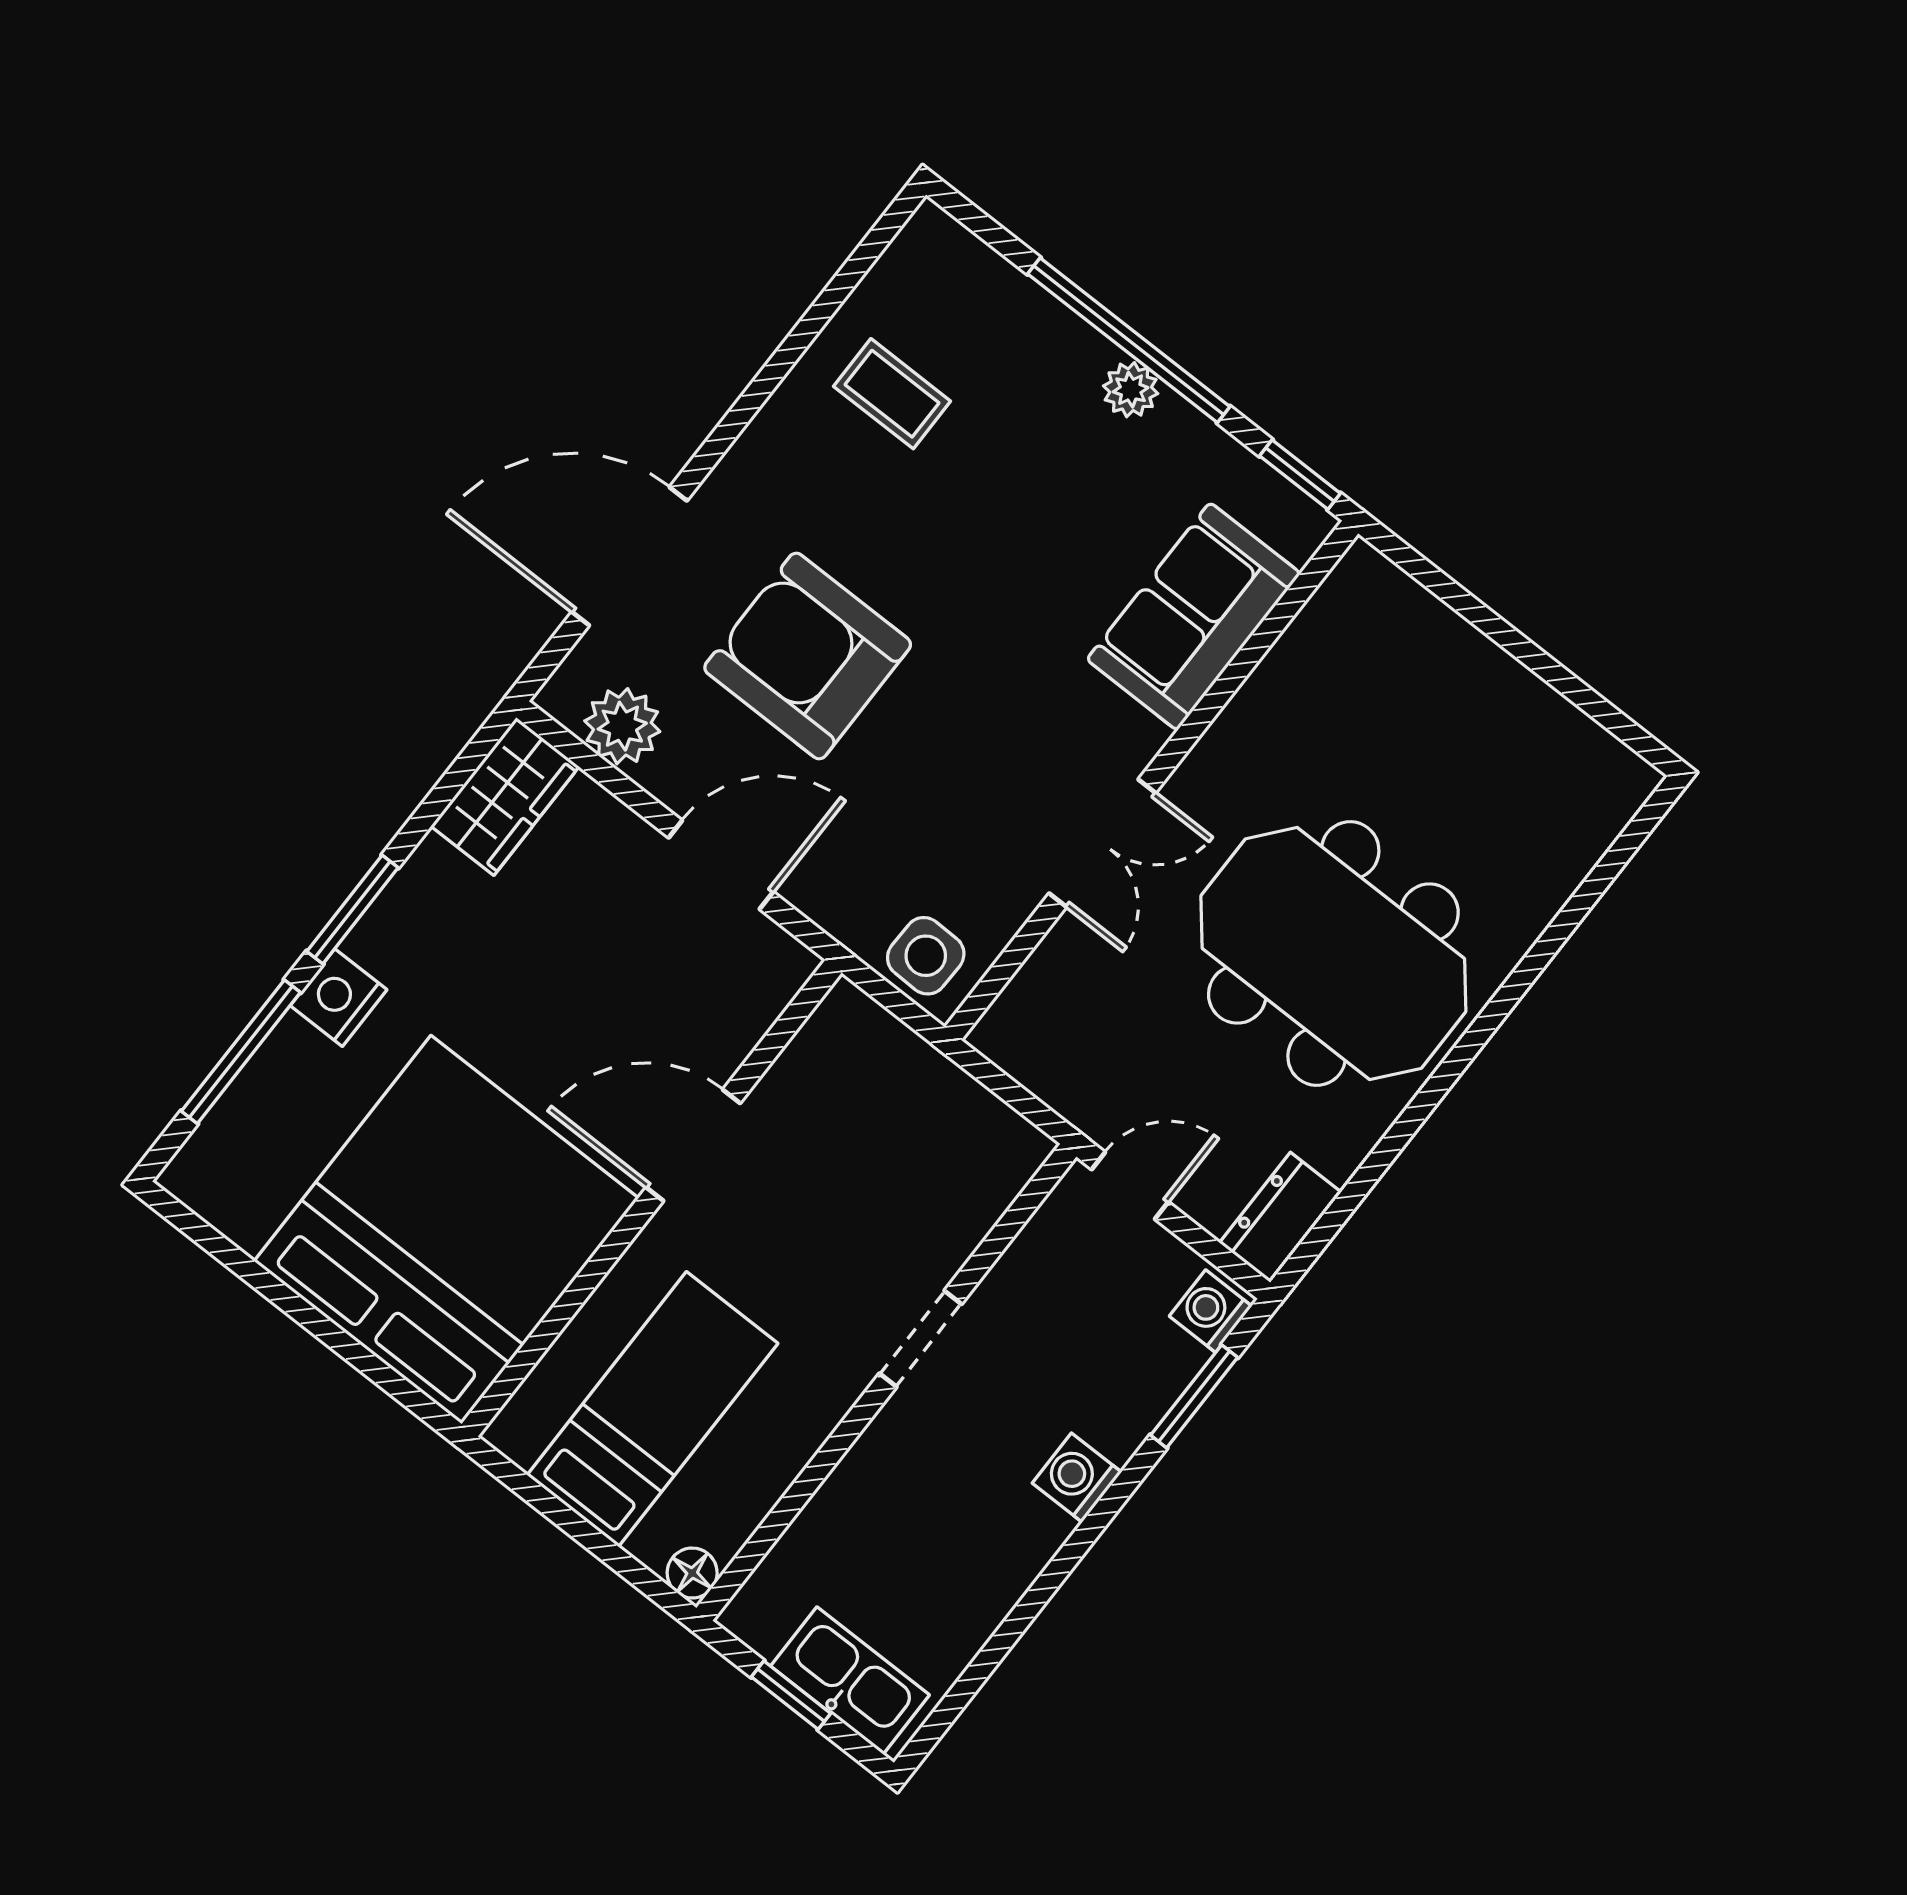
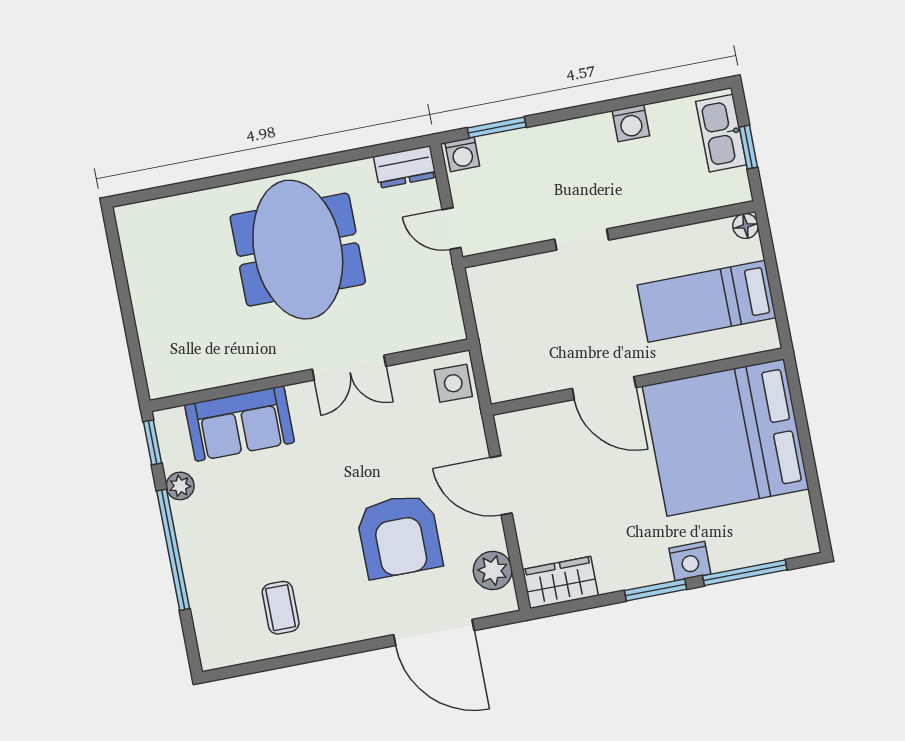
plant: (1131, 390) -> (180, 486), moved
double door: (1102, 843) -> (349, 368), swing flipped
washing machine: (1077, 1478) -> (631, 123), moved

